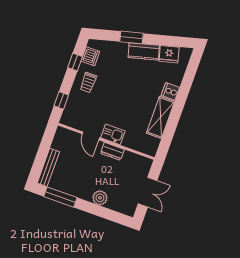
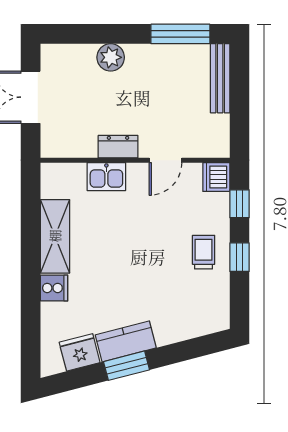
window: (131, 37) -> (126, 366), moved
dishwasher: (90, 56) -> (216, 177), moved
window: (75, 62) -> (240, 257), moved
kitchen sink: (113, 134) -> (106, 177), moved
door: (91, 136) -> (165, 160), swing flipped

